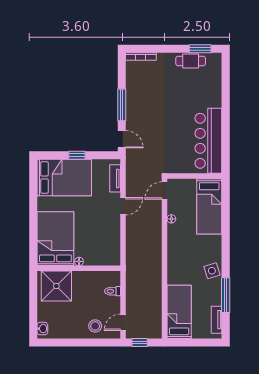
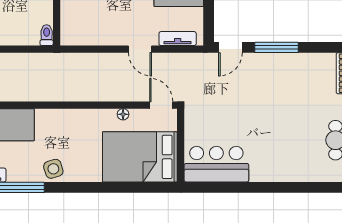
bar counter: (208, 141) -> (216, 164), width x0.73
bed: (209, 206) -> (140, 157), width x1.50
toilet: (113, 291) -> (47, 35), moved

